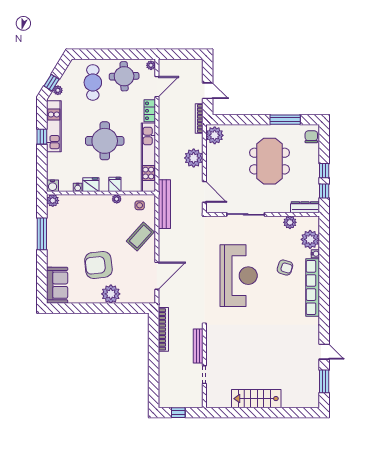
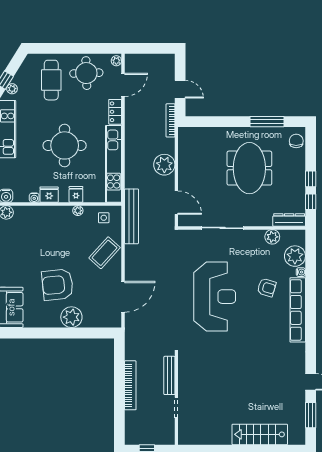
plant: (215, 135) -> (188, 139), removed
bookcase: (163, 329) -> (130, 385), moved
stairs: (256, 399) -> (260, 434), moved

